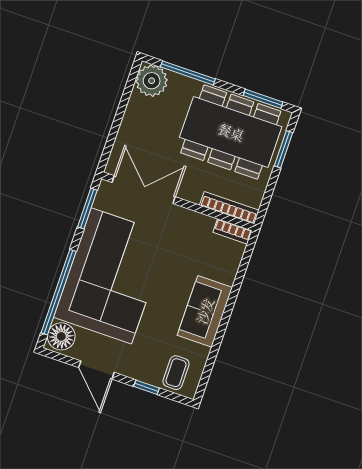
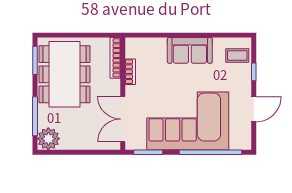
window: (284, 149) -> (64, 35), removed
bookcase: (232, 231) -> (130, 72), moved
floor lamp: (61, 336) -> (239, 140), removed

